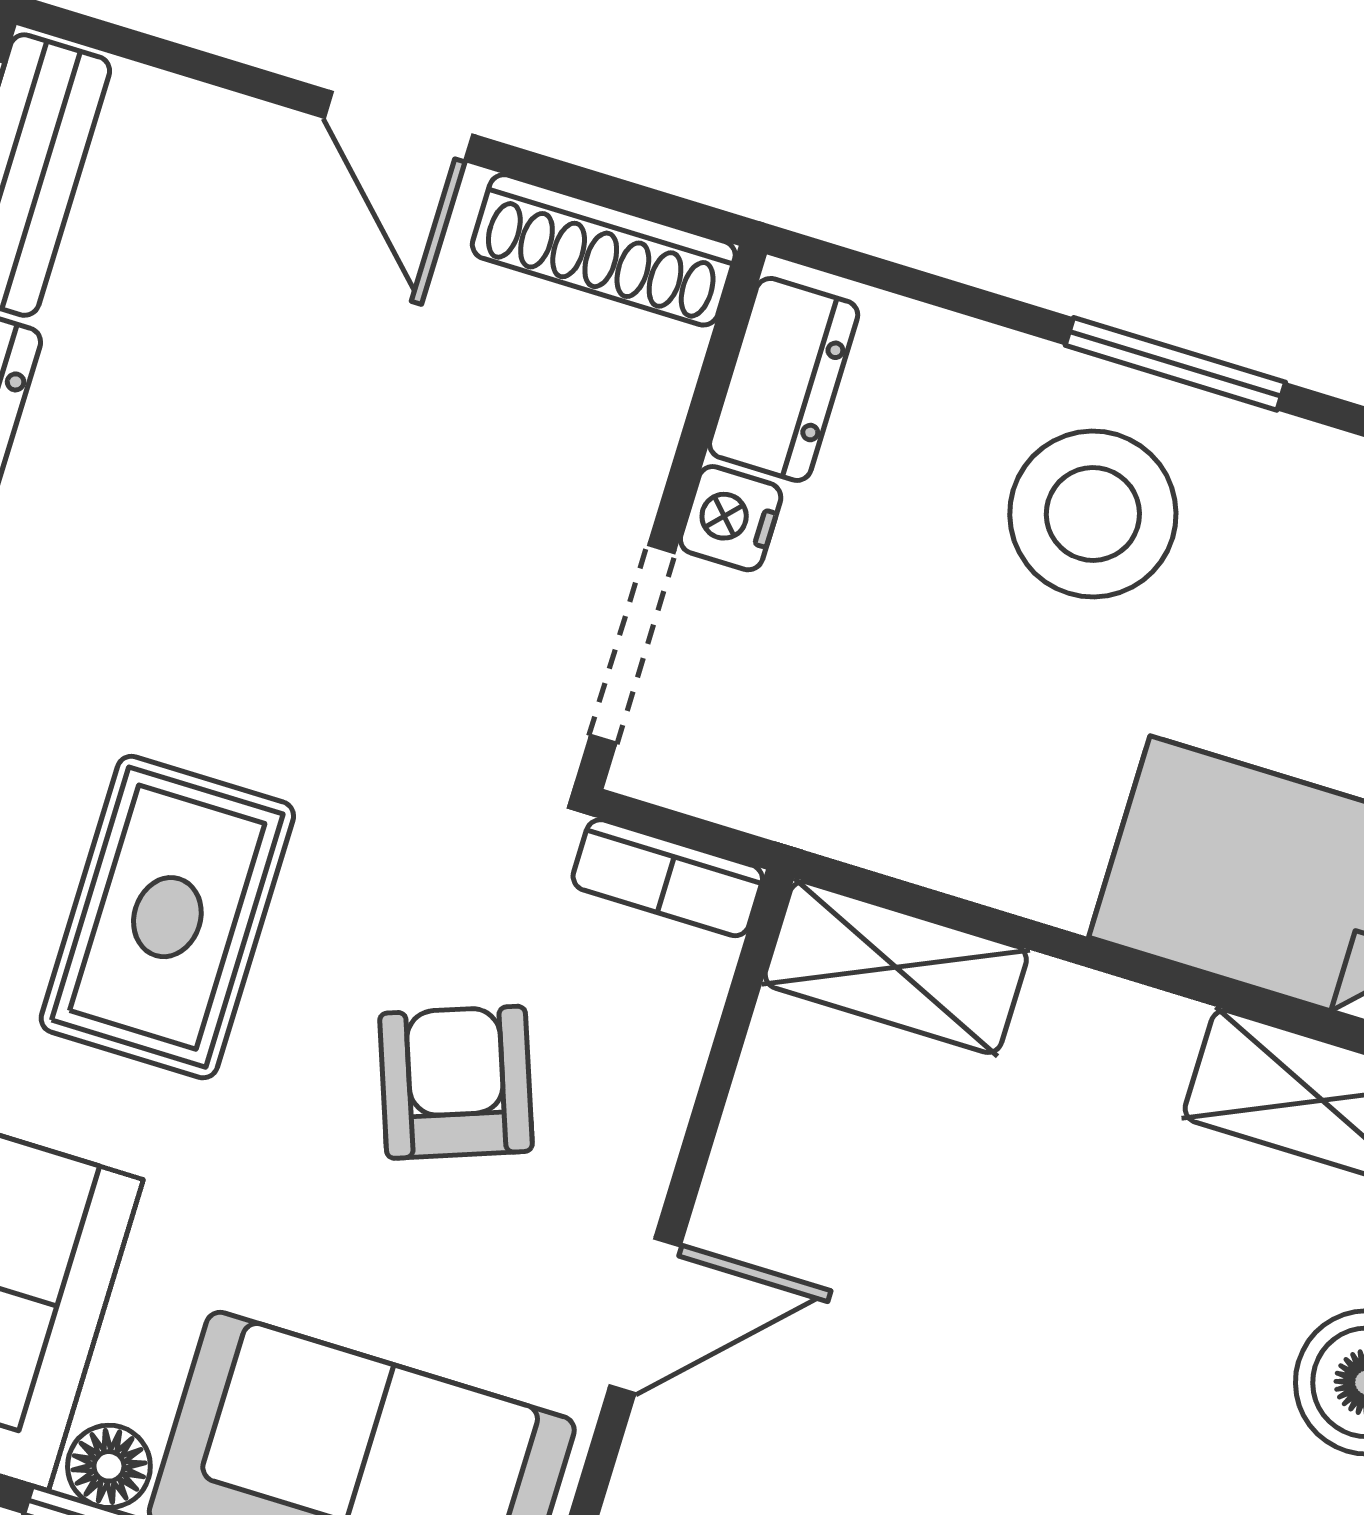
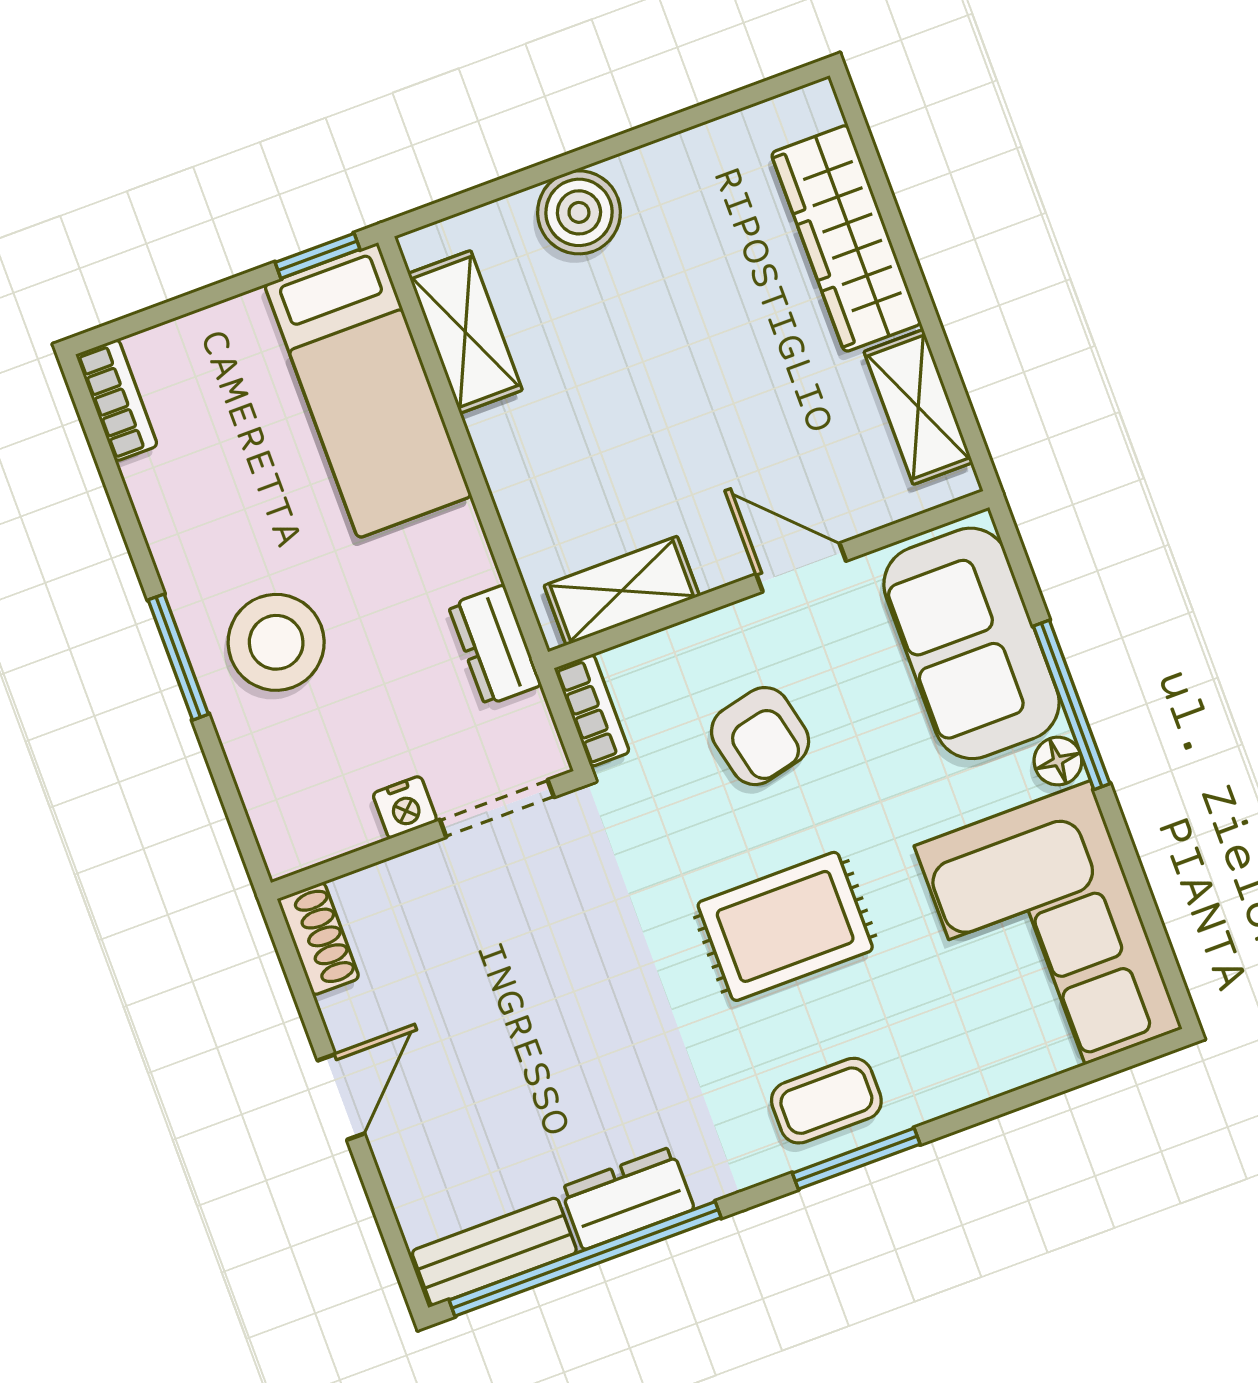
shoe rack: (604, 250) -> (318, 939), width x0.70
dresser: (784, 379) -> (495, 645), moved, turned -90
shelving: (896, 967) -> (622, 591), moved, turned 90
armchair: (456, 1082) -> (760, 736), turned -83

